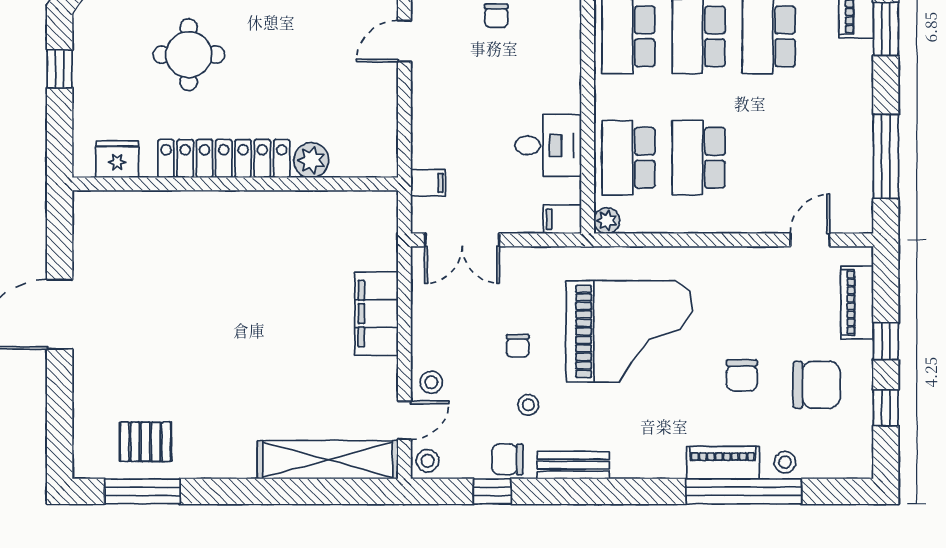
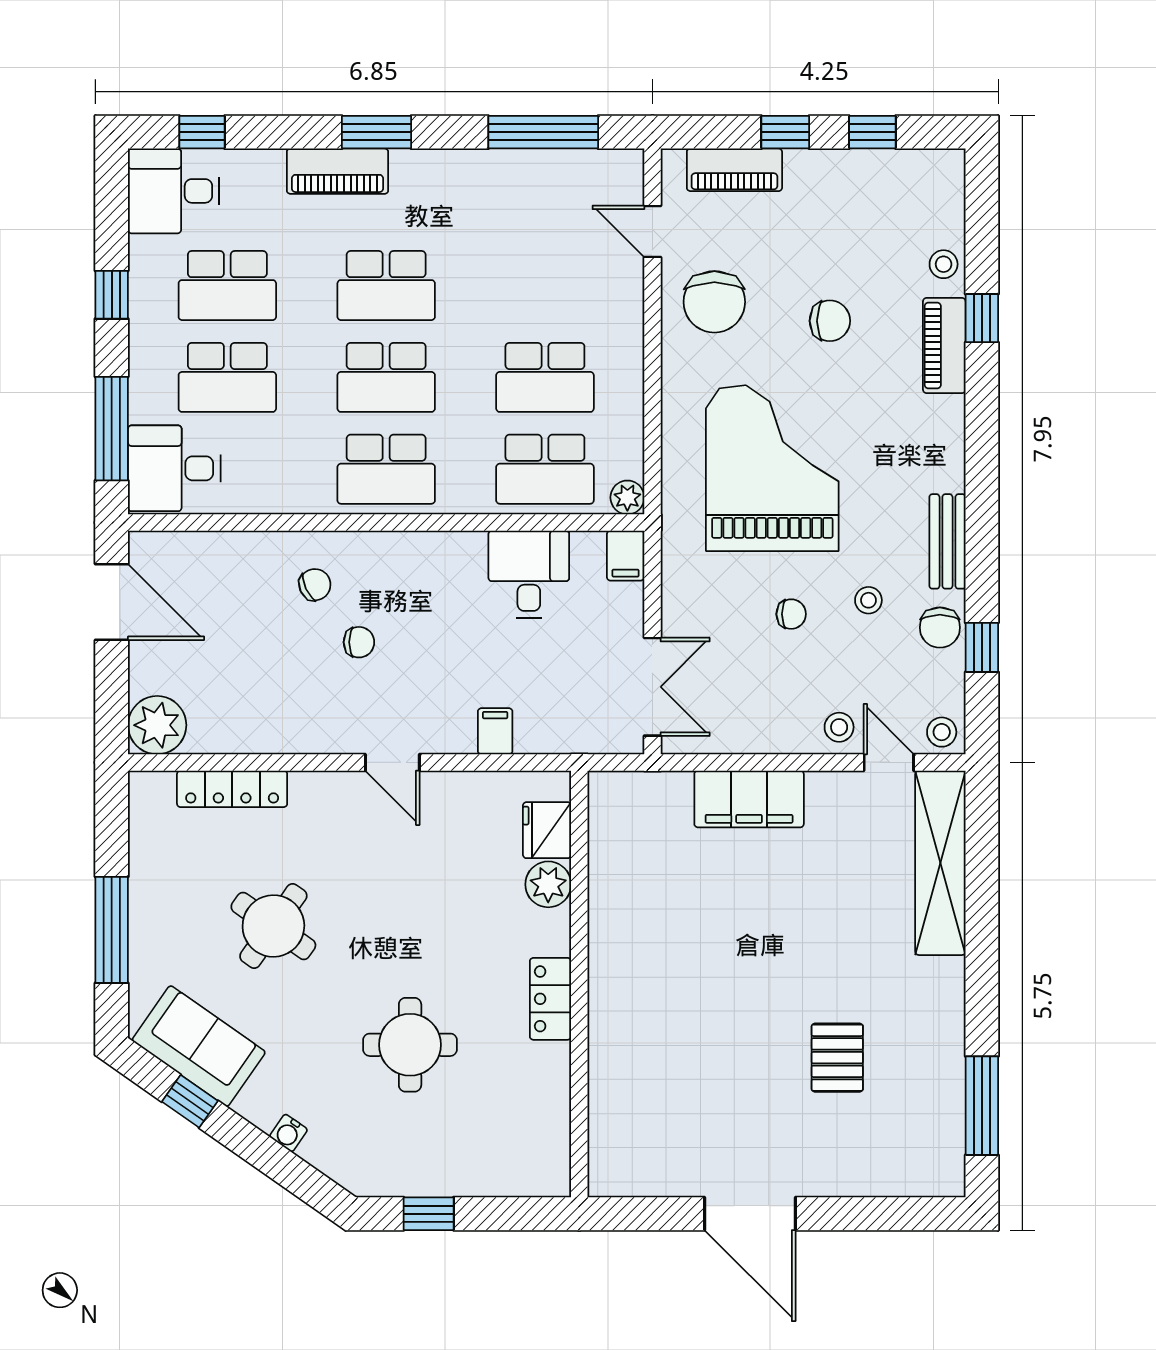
fridge: (117, 159) -> (547, 830), moved
locker: (224, 159) -> (550, 999), width x0.46, depth x0.83
filing cabinet: (428, 183) -> (495, 731), moved
chair: (817, 385) -> (714, 302), moved, turned 180
pallet: (145, 442) -> (837, 1058), moved
window: (744, 491) -> (982, 318), width x0.32

